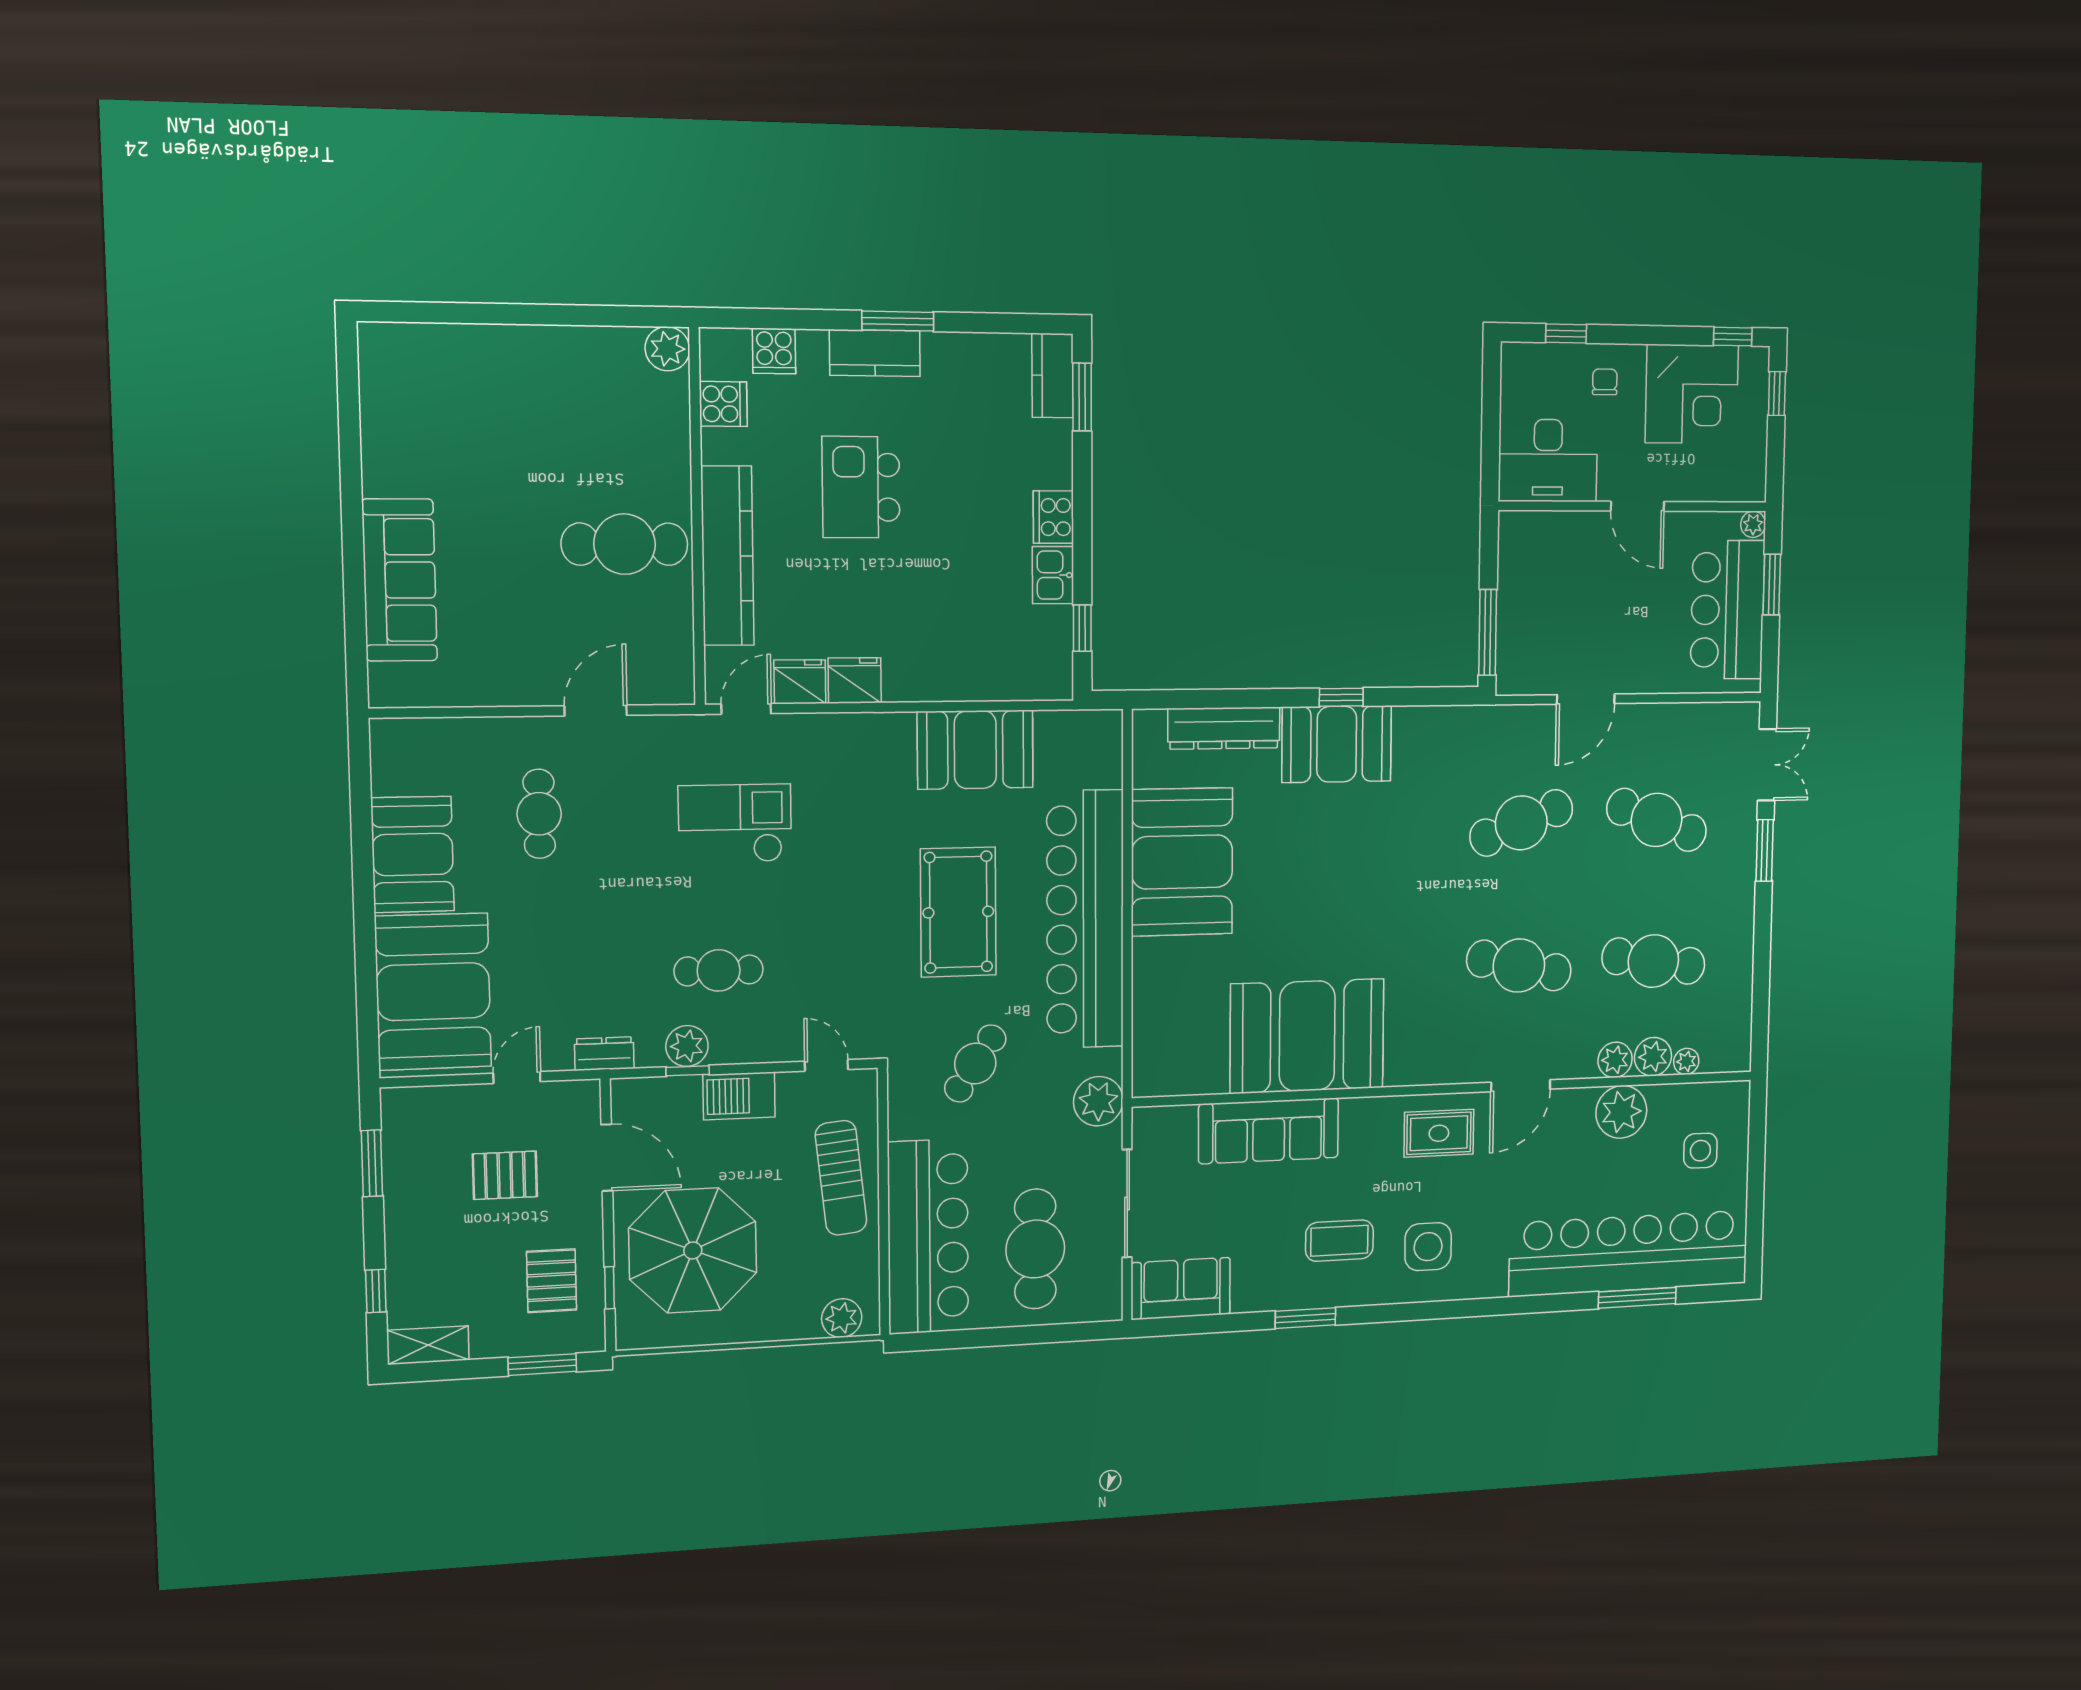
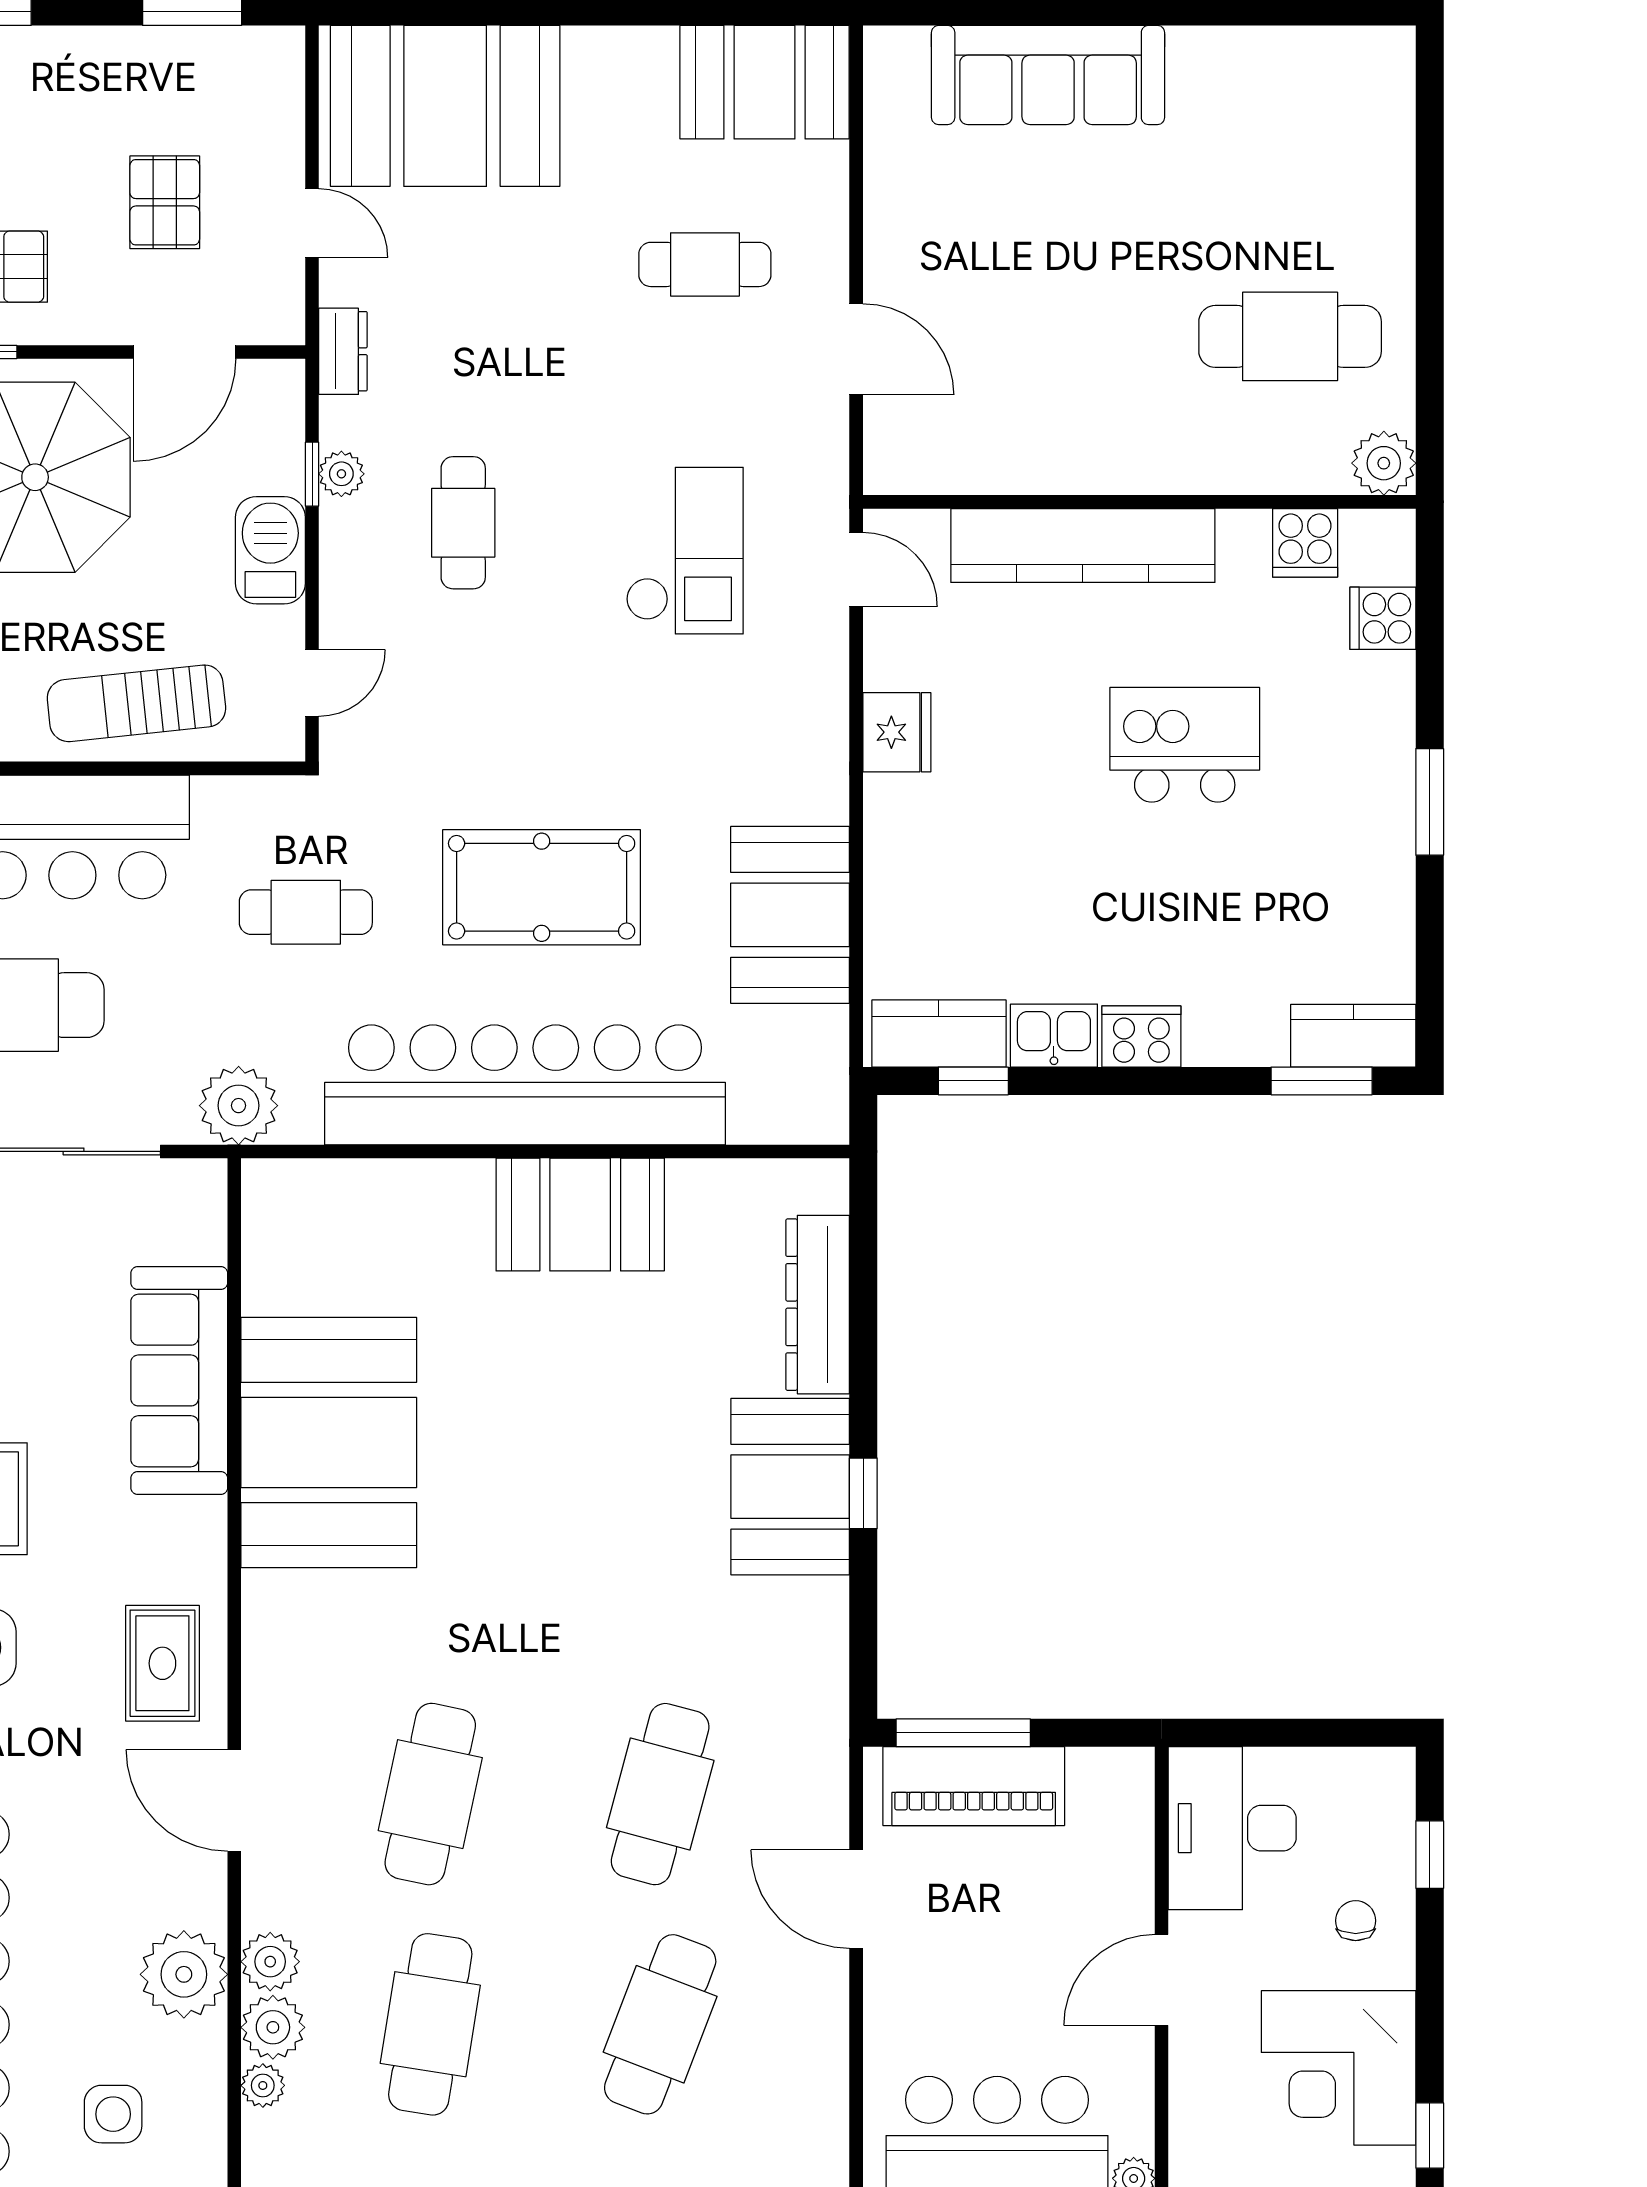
kitchen counter: (875, 353) -> (939, 1034), moved, turned 90
chair: (1605, 382) -> (1356, 1921), turned -90
cafe table: (625, 544) -> (1290, 336), moved, turned 90
piano: (1520, 625) -> (974, 1786), added
fridge: (800, 682) -> (896, 650), removed
cafe table: (1521, 823) -> (660, 1794), turned 36
booth: (413, 854) -> (765, 82), moved
booth: (1182, 862) -> (580, 1215), width x0.73, depth x0.70
plant: (687, 1046) -> (341, 474), width x0.73, depth x0.73
cafe table: (975, 1063) -> (306, 912), turned -34

